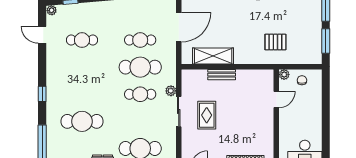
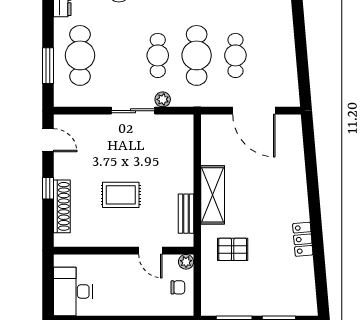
pallet: (275, 42) -> (233, 249), turned 90
shelving: (213, 56) -> (213, 195), moved
bench: (222, 75) -> (186, 214), moved
rug: (207, 115) -> (121, 195), moved

